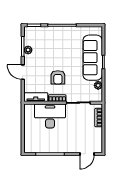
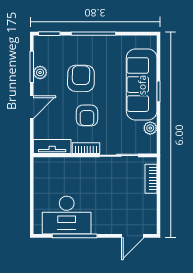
armchair: (54, 54) -> (81, 78), added
door: (23, 72) -> (32, 107), swing flipped
desk: (50, 116) -> (67, 215), moved, turned 180

